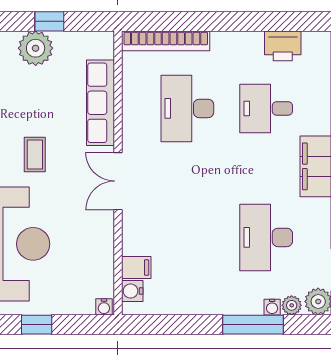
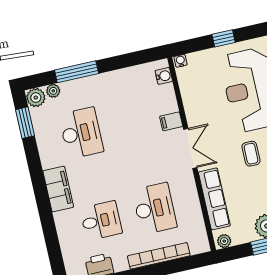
plant: (100, 41) -> (224, 241), added
bookcase: (166, 41) -> (159, 256), moved
filing cabinet: (136, 267) -> (171, 121), moved
water cooler: (272, 307) -> (66, 87), removed

